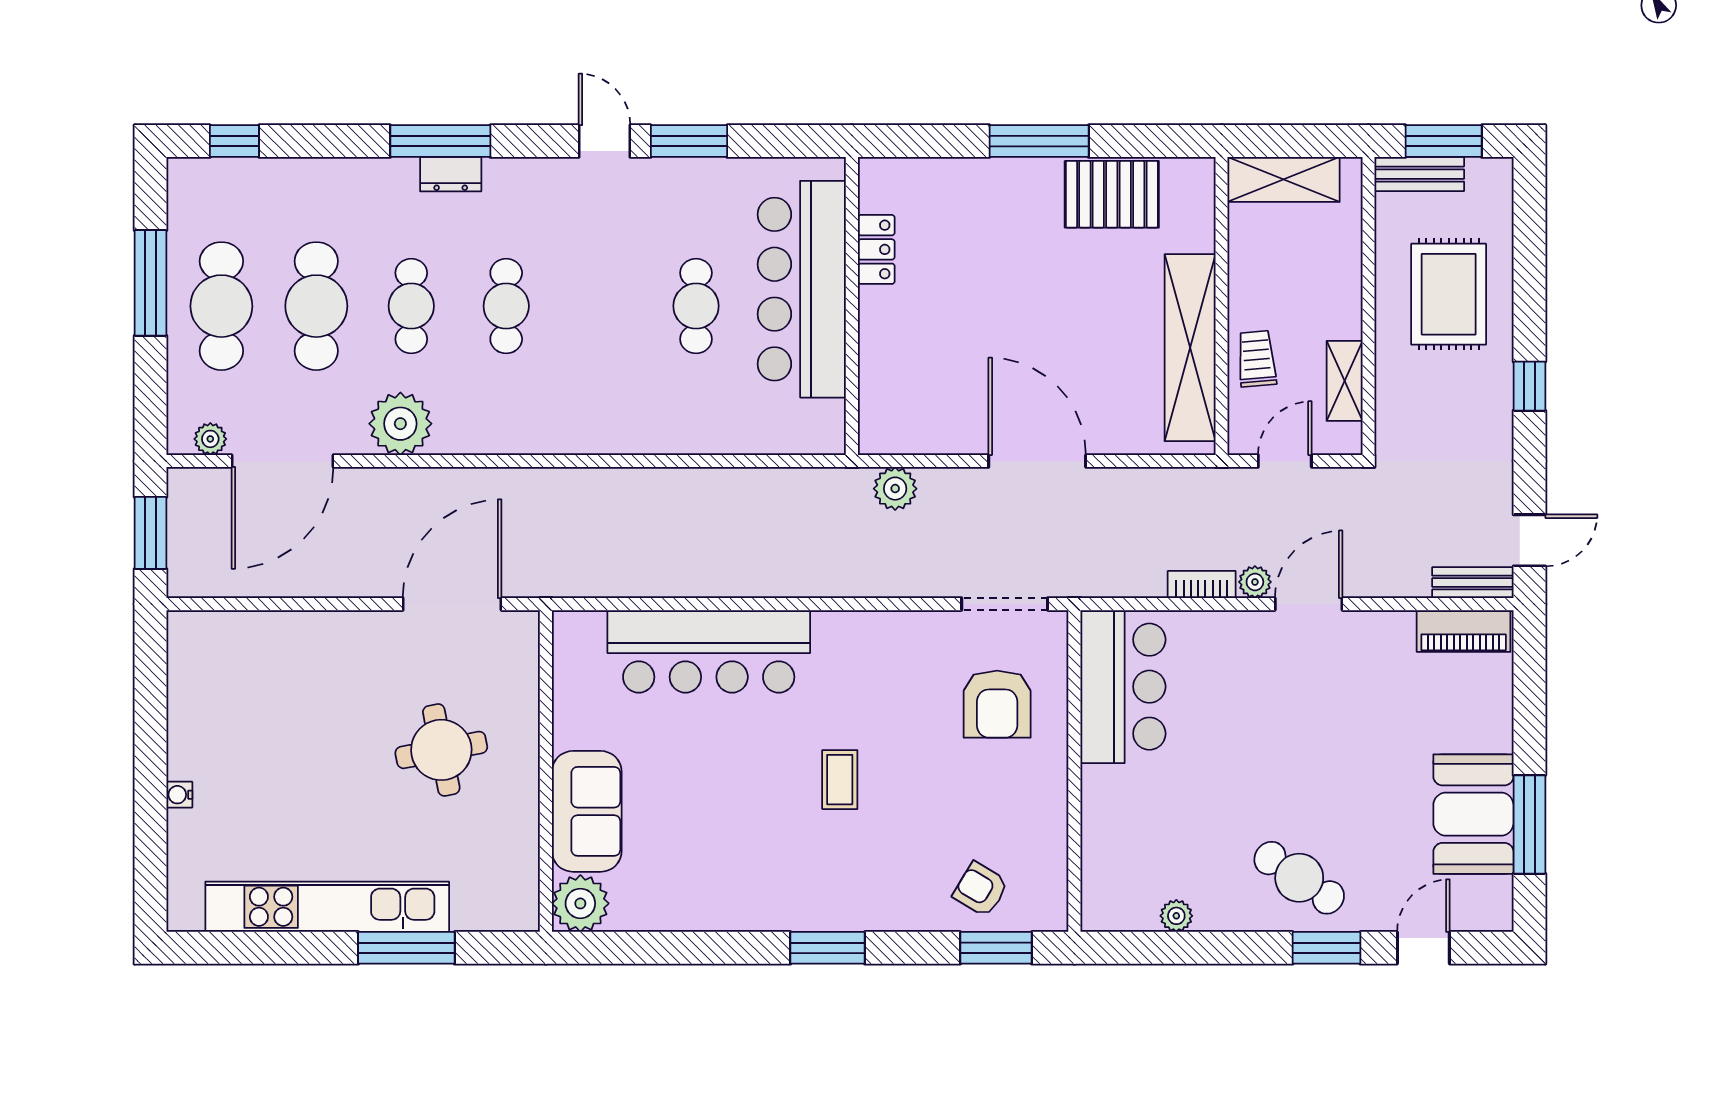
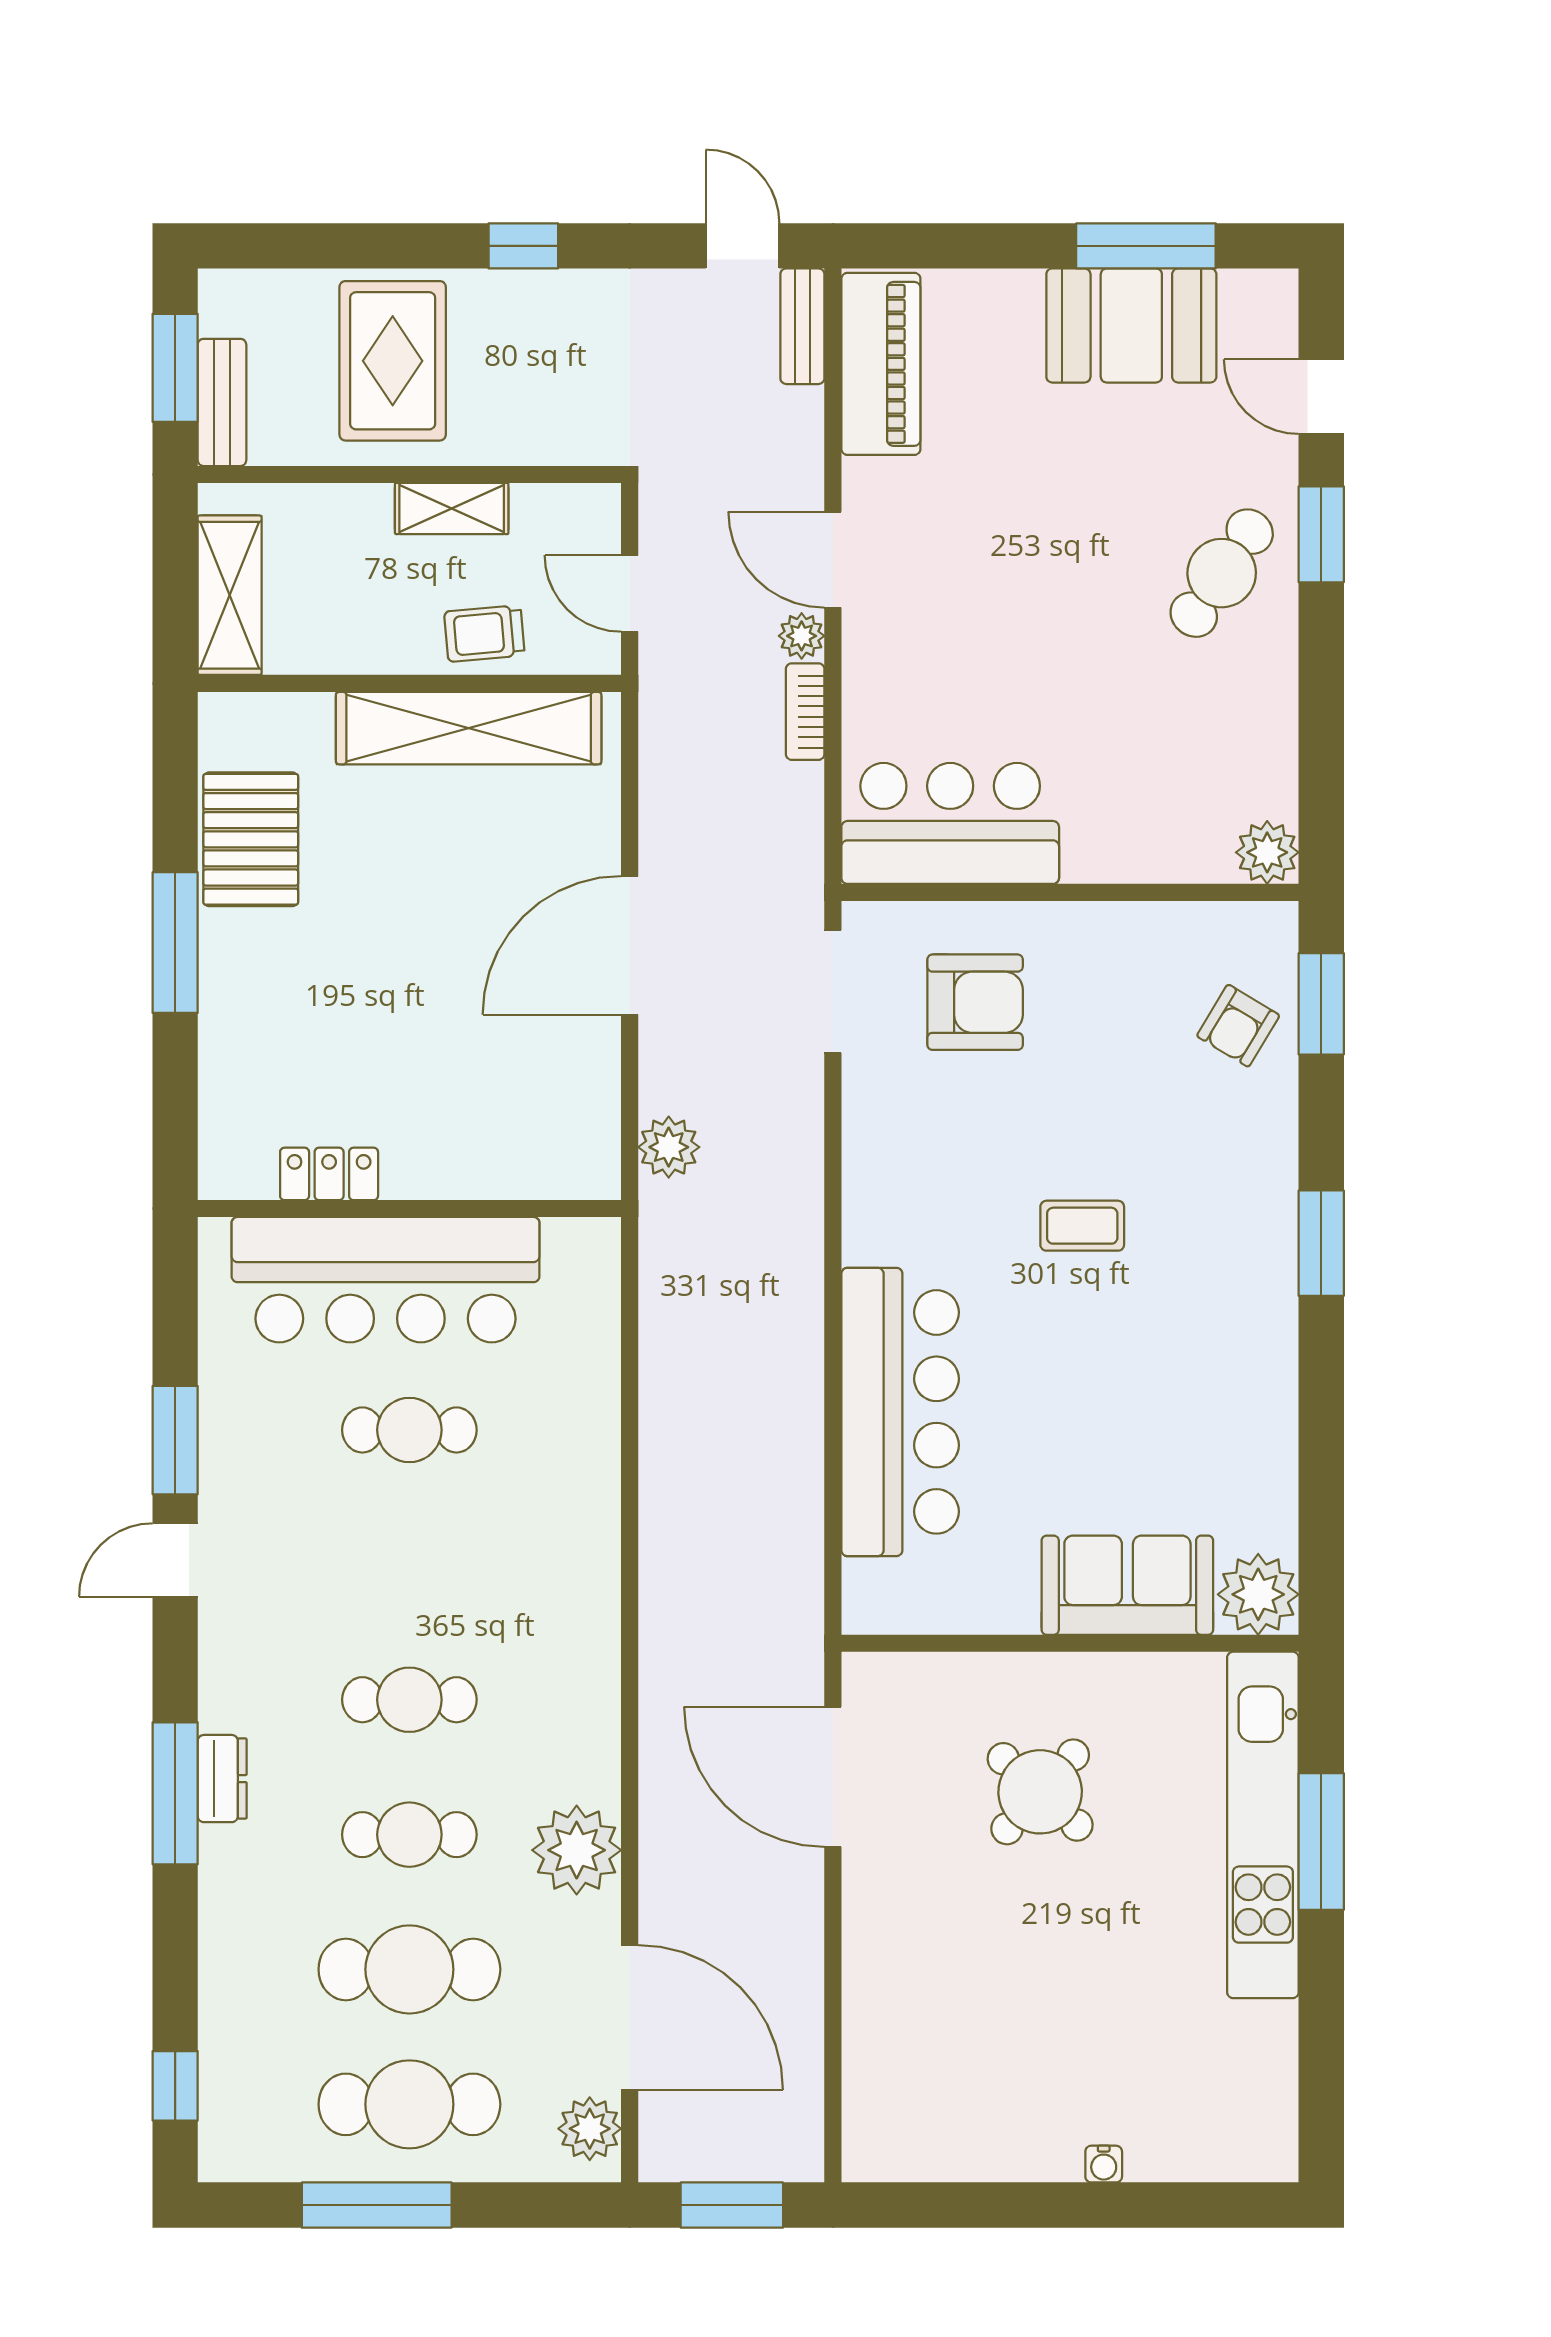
rug: (1449, 294) -> (393, 361), turned 90
shelving: (1345, 381) -> (452, 509), moved
plant: (210, 439) -> (590, 2129), width x1.38, depth x1.38
piano: (1464, 631) -> (881, 364), width x1.37, depth x1.33
round table: (441, 750) -> (1040, 1792), turned -37
kitchen unit: (327, 907) -> (1263, 1825), moved
plant: (1176, 916) -> (1267, 852), moved, width x1.38, depth x1.38

